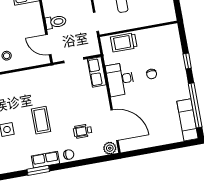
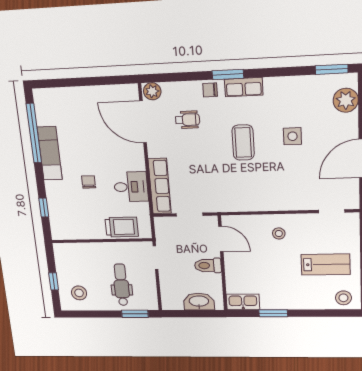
window: (187, 61) -> (44, 208), moved
row of seats: (97, 72) -> (160, 186), width x1.48
desk: (120, 79) -> (131, 187), width x0.73
exam couch: (187, 120) -> (50, 153), moved
window: (38, 170) -> (228, 75), moved

